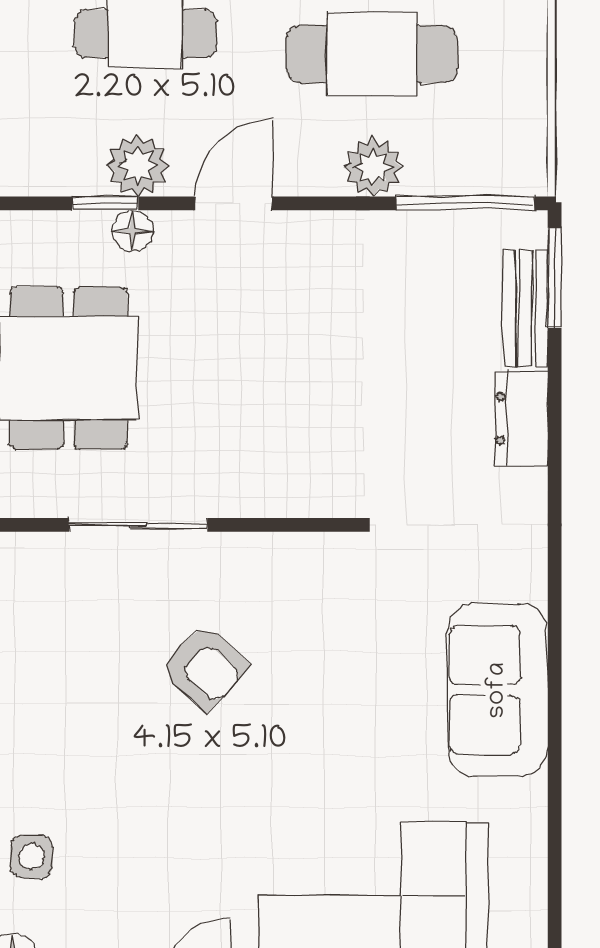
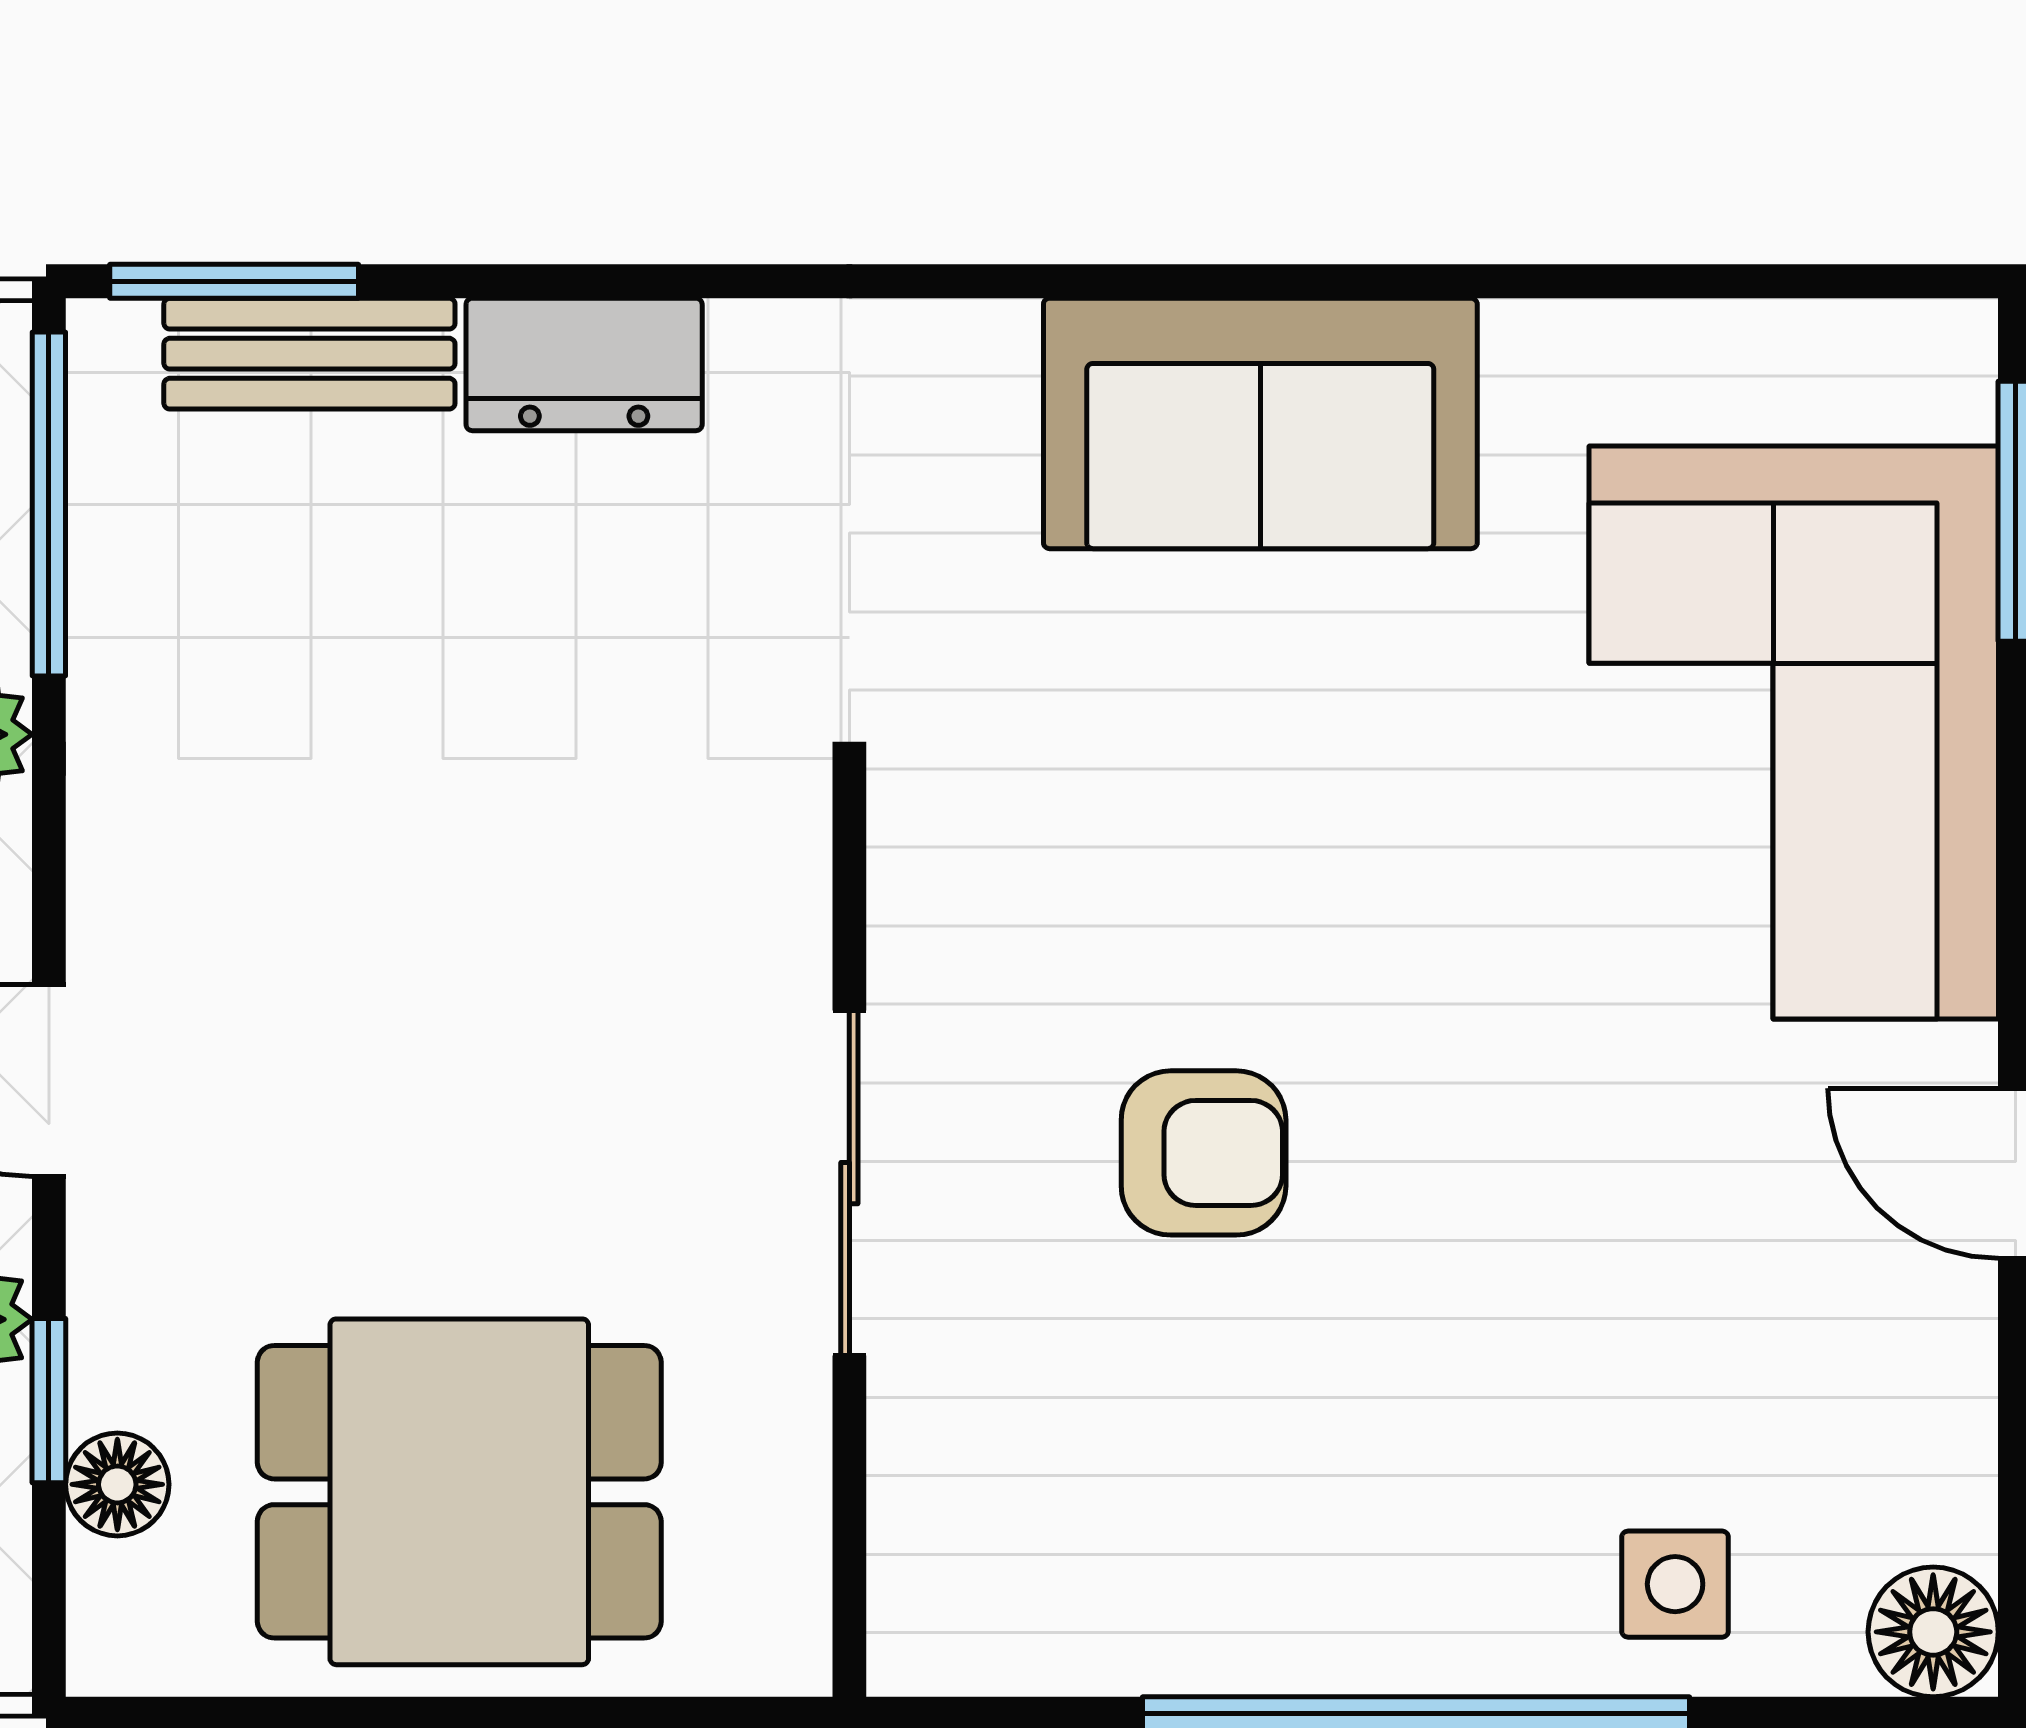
floor lamp: (133, 231) -> (117, 1484), moved
sliding door: (138, 525) -> (849, 1183), moved
armchair: (205, 667) -> (1204, 1153), turned 48

